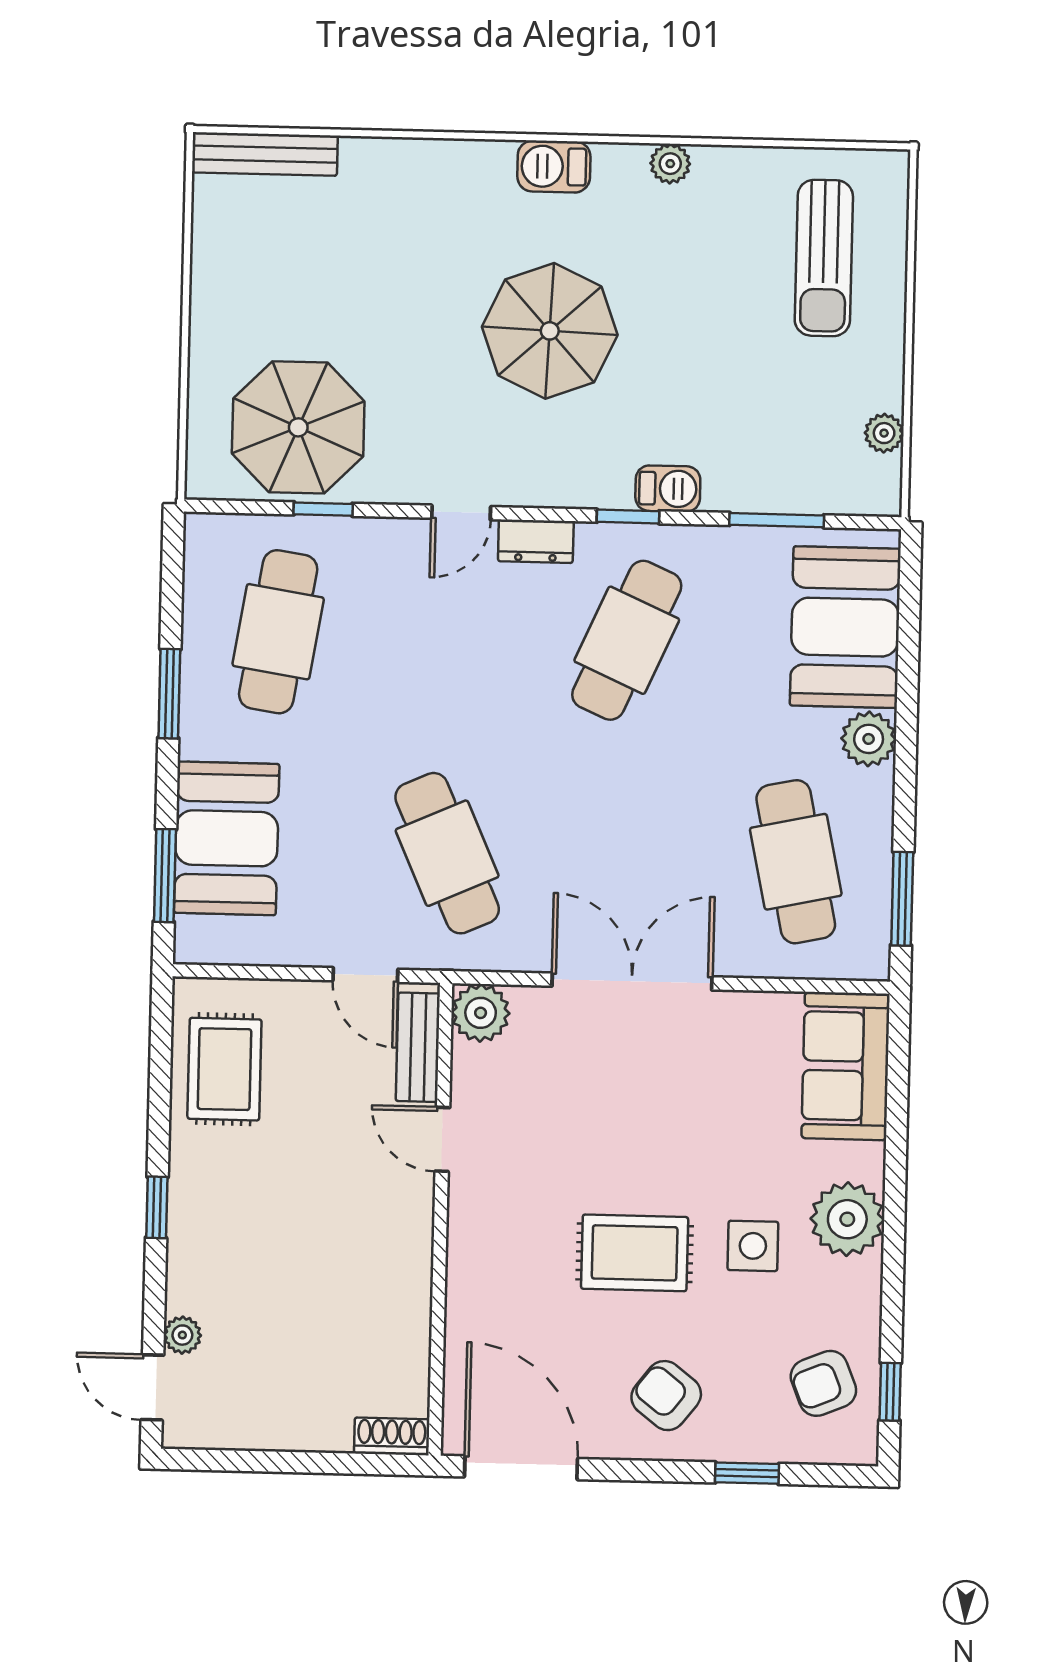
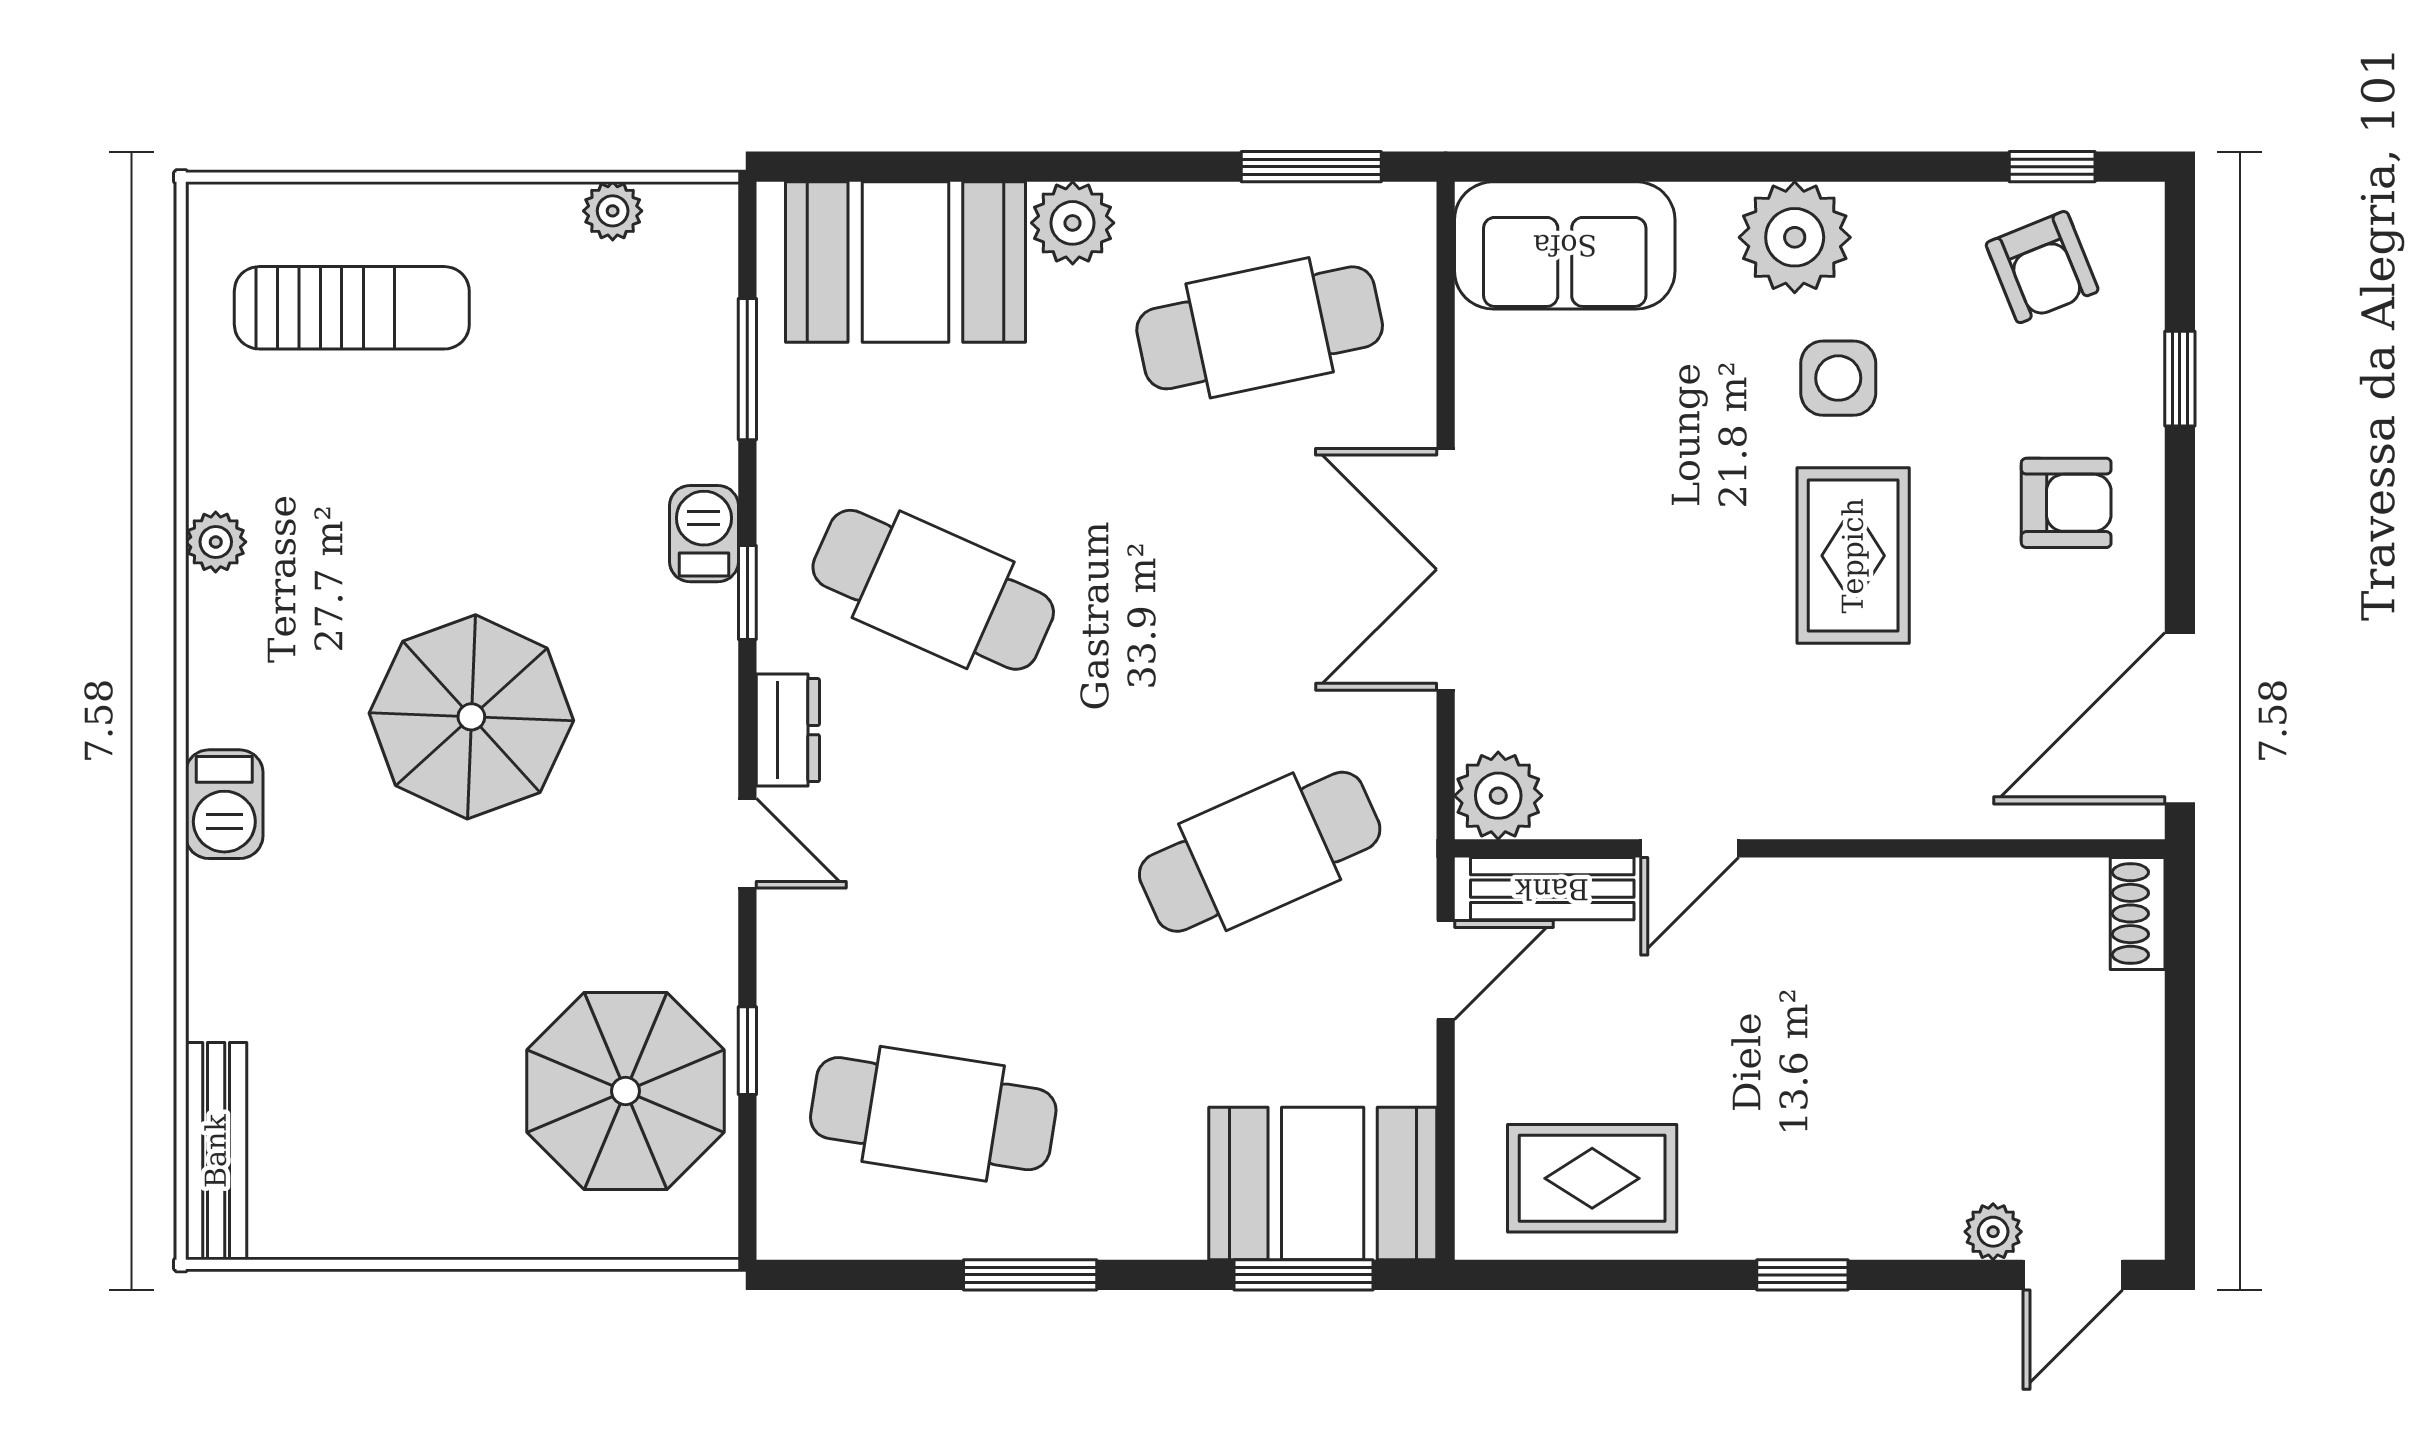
barbecue: (554, 166) -> (224, 804), moved
booth: (227, 838) -> (1323, 1183), moved
armchair: (666, 1396) -> (2066, 503), turned -128

